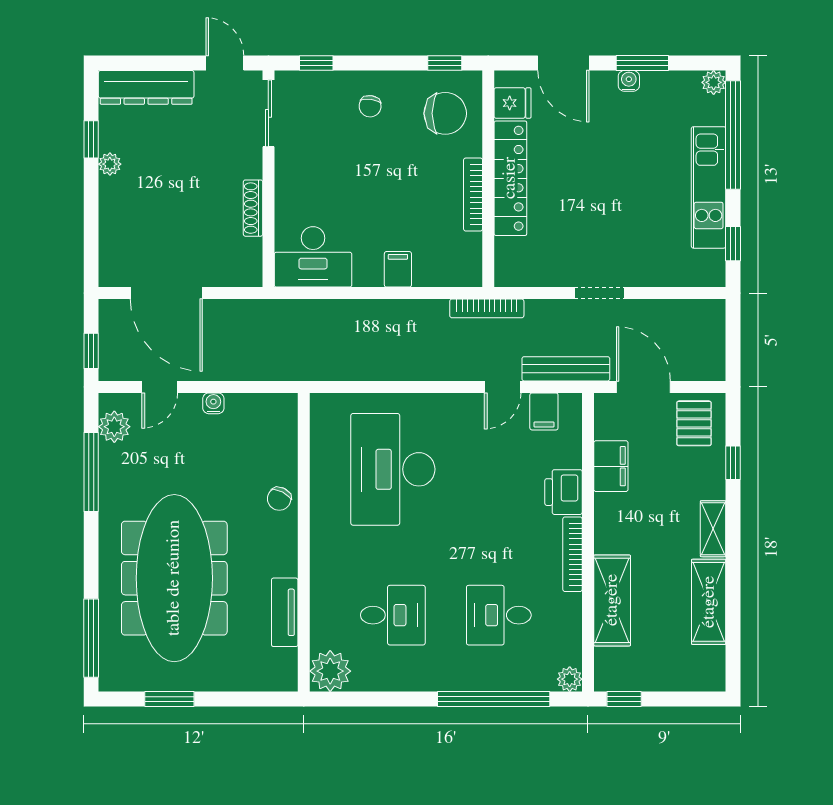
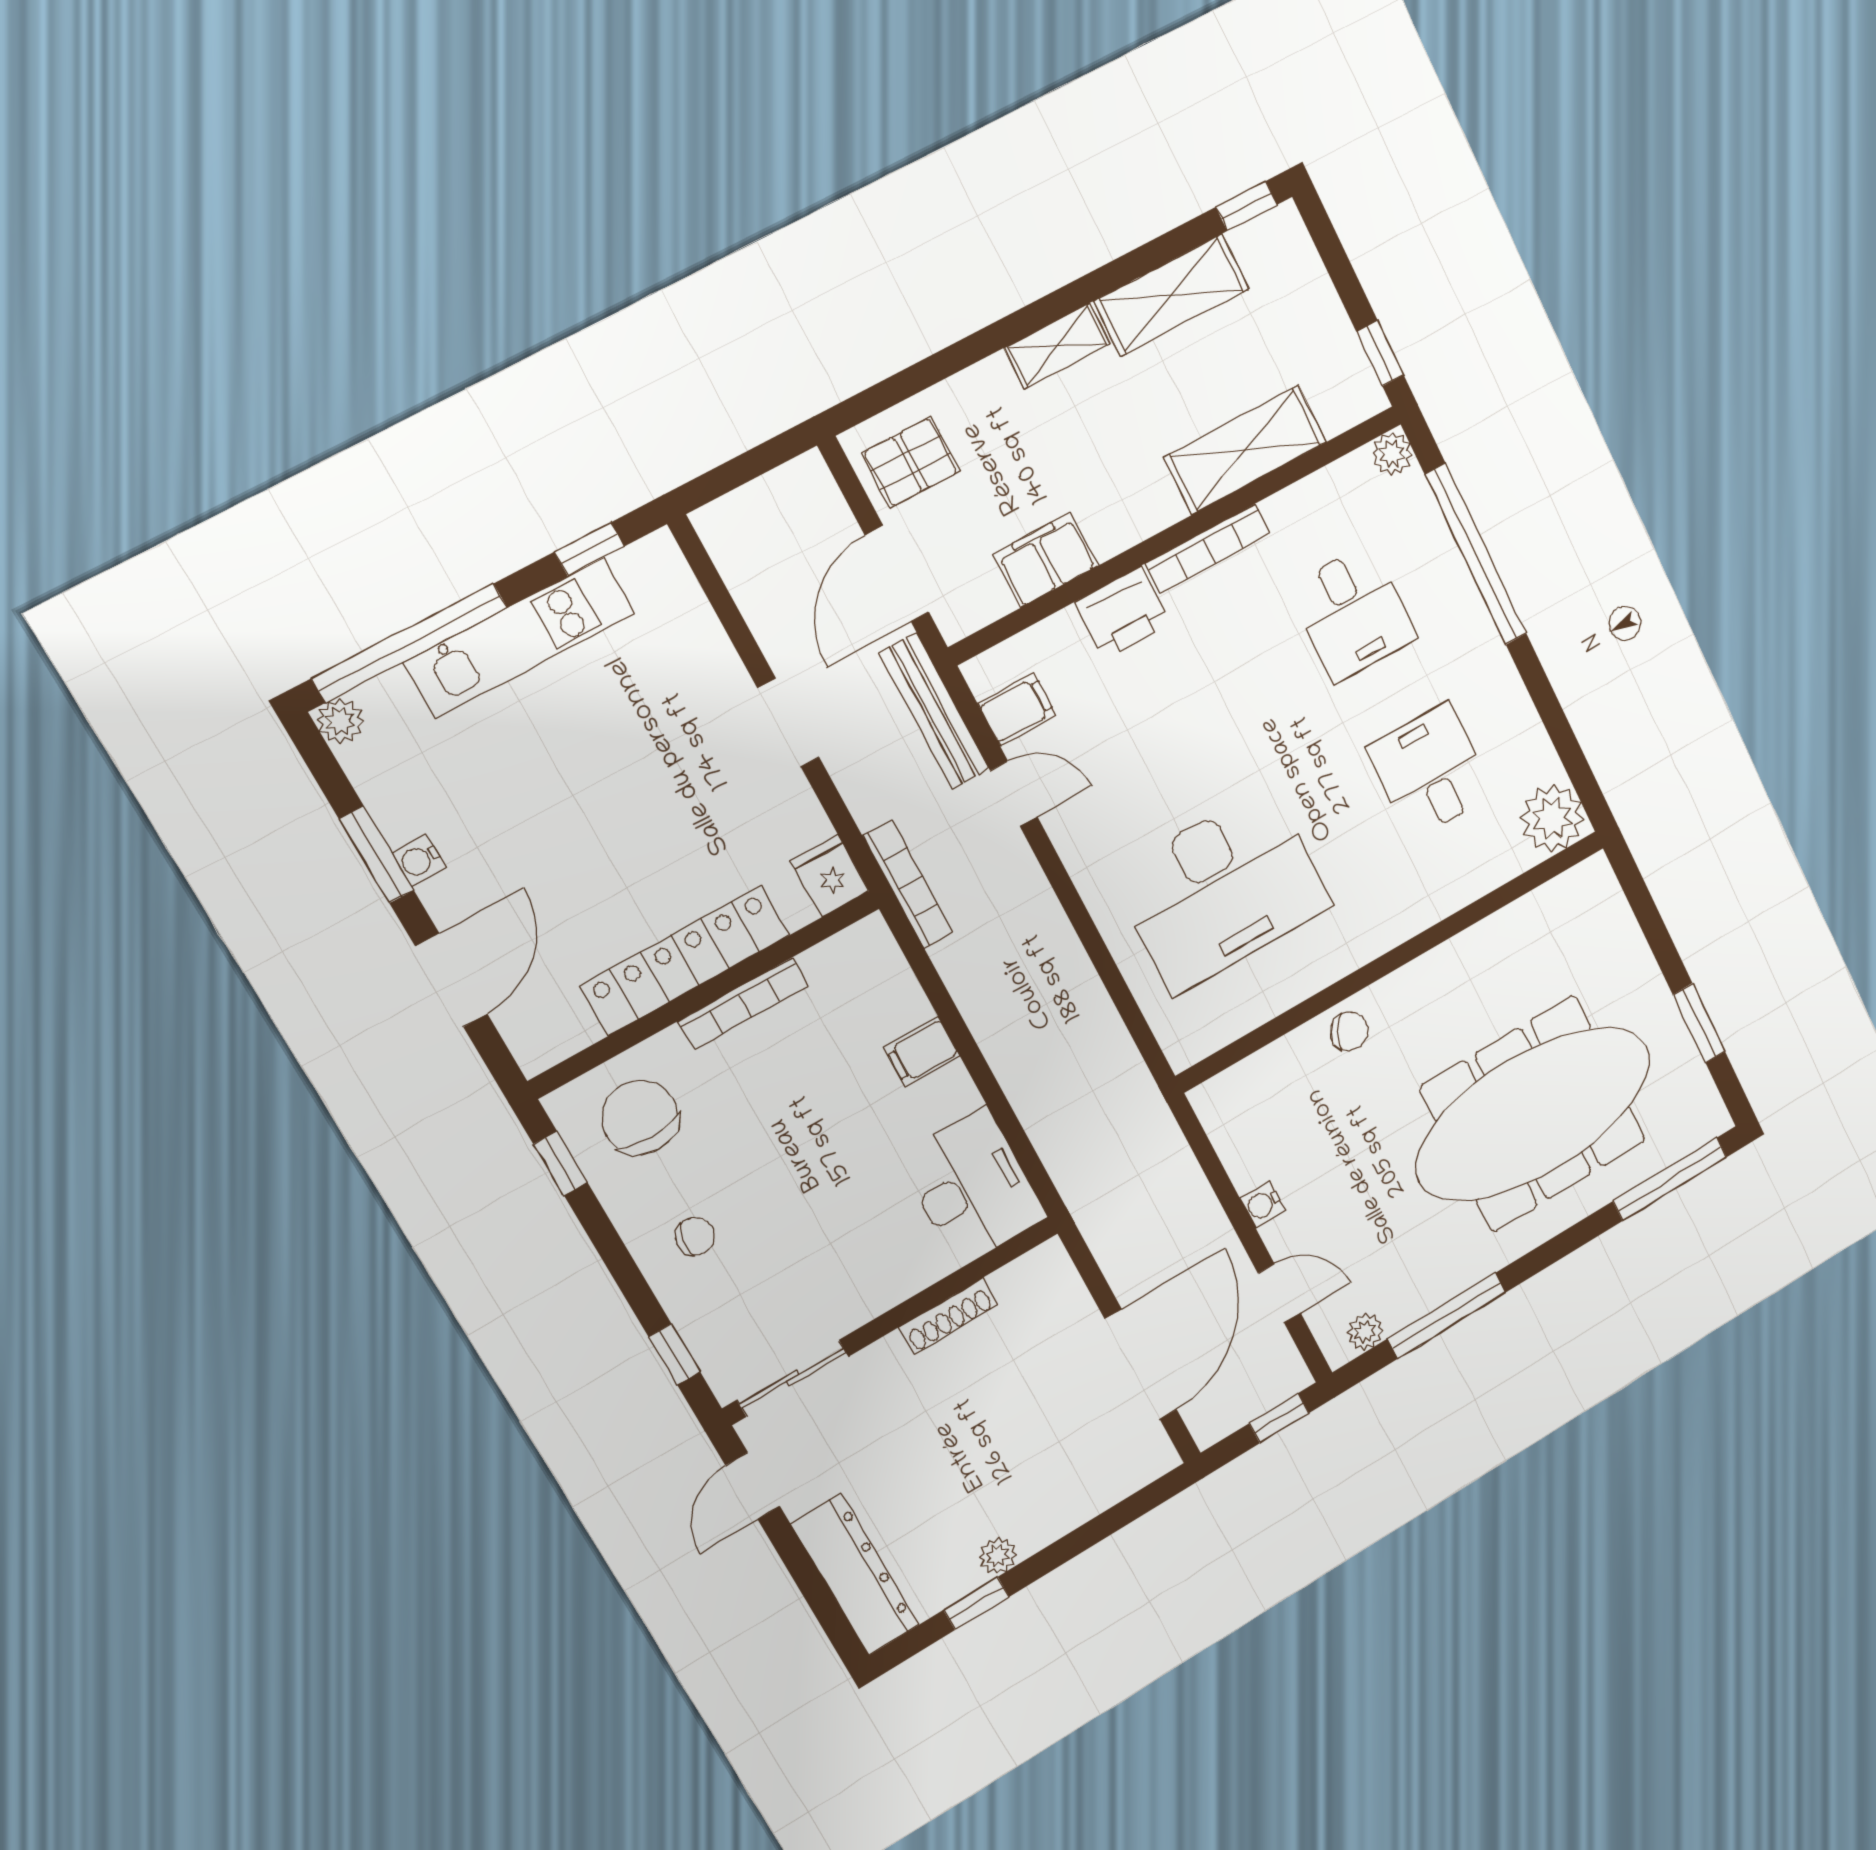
fridge: (513, 103) -> (830, 876), moved
plant: (114, 427) -> (1365, 1332), width x0.73, depth x0.73
window: (733, 463) -> (1247, 206), moved
tv unit: (285, 612) -> (1503, 931), removed

